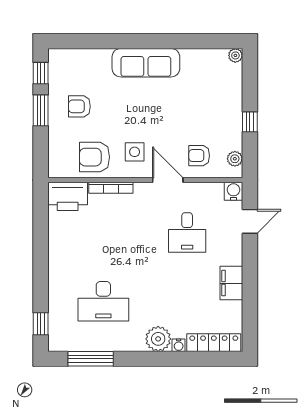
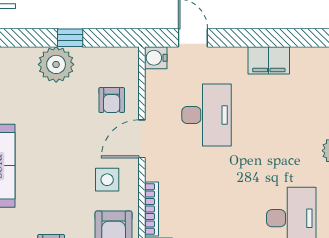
plant: (235, 159) -> (56, 64), moved, width x1.88, depth x1.88
desk: (187, 232) -> (206, 115), width x1.37

